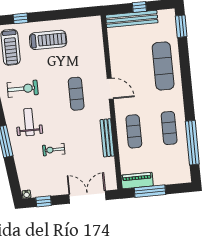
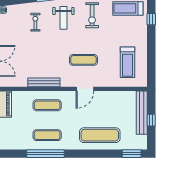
treadmill: (48, 40) -> (128, 62), moved
weight bench: (29, 122) -> (63, 18), turned 90
window: (192, 143) -> (46, 154), moved
exercise bike: (54, 150) -> (35, 22), moved

